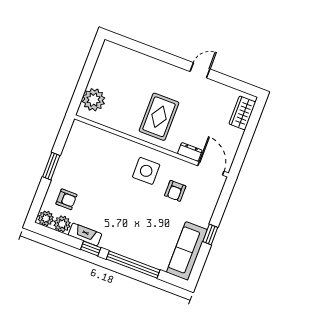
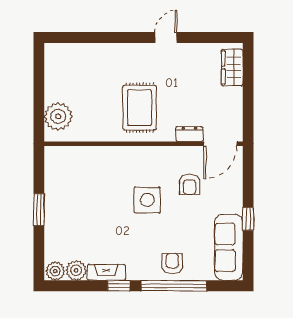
door: (211, 169) -> (220, 144), swing flipped
side table: (146, 171) -> (147, 200), moved
armchair: (66, 199) -> (172, 264), moved, turned -90

